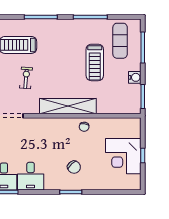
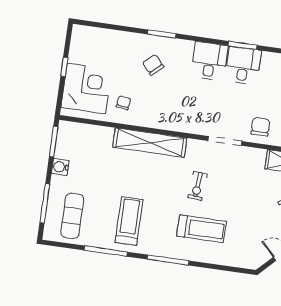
treadmill: (95, 62) -> (129, 221), moved
chair: (84, 127) -> (123, 103), moved
corner desk: (123, 156) -> (86, 89), moved

